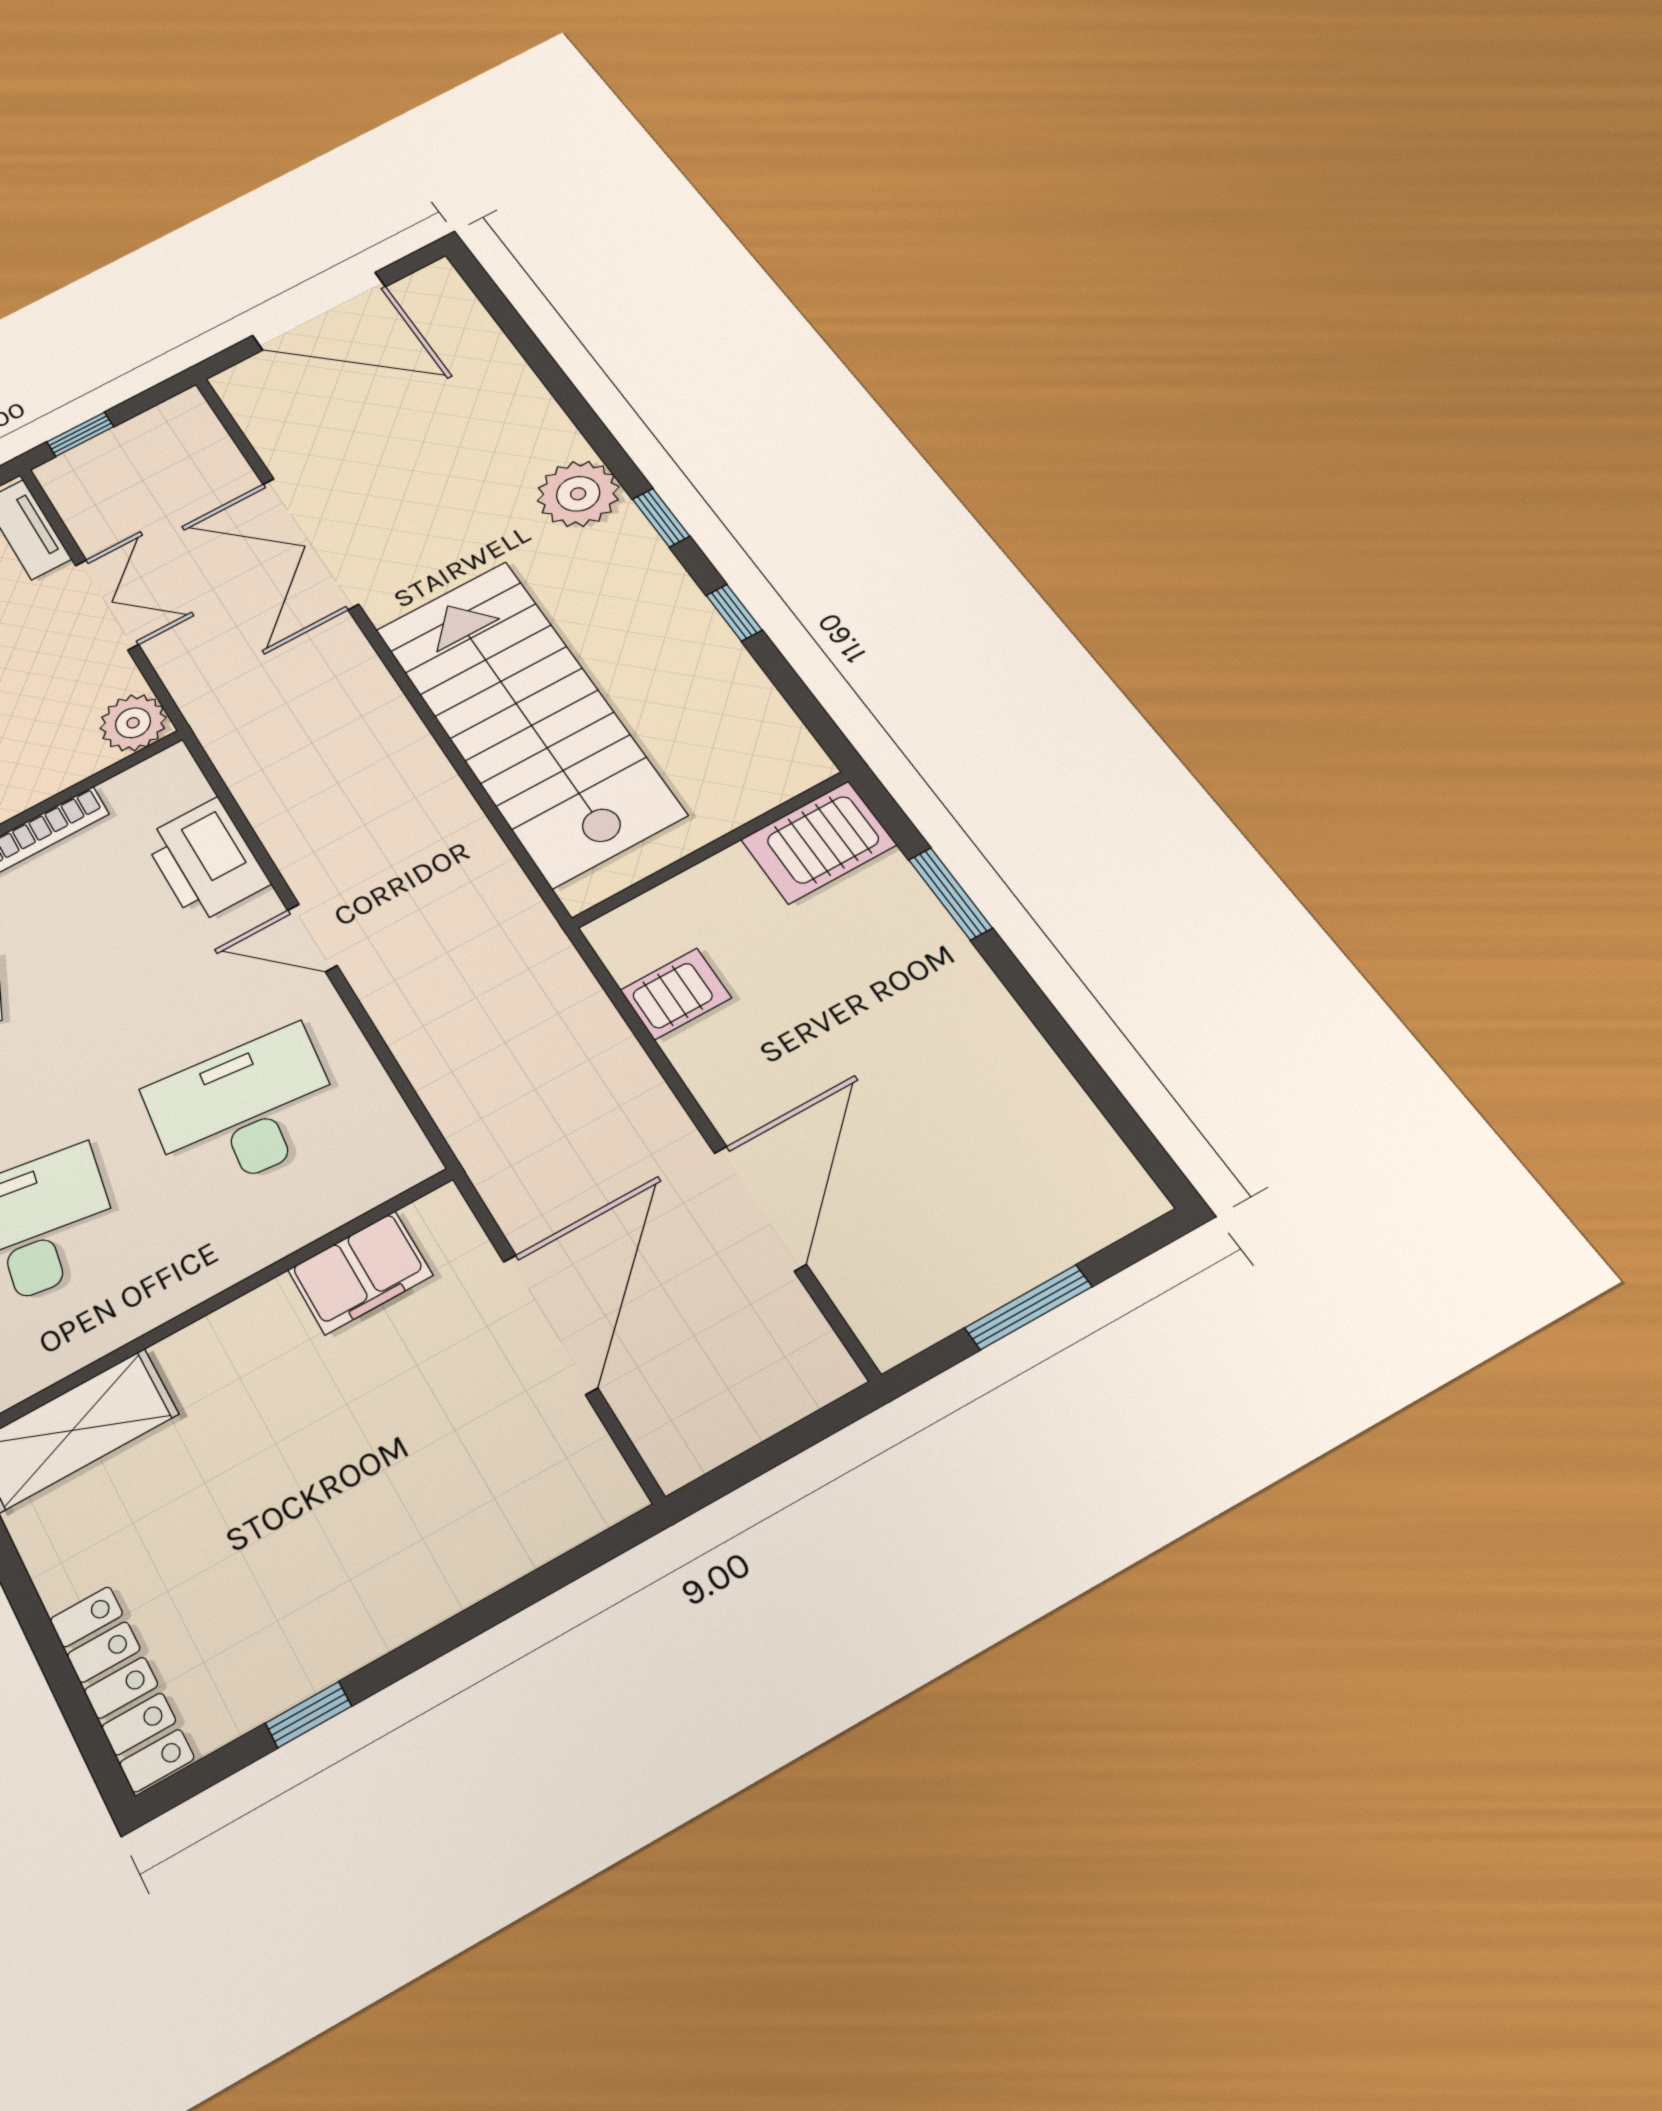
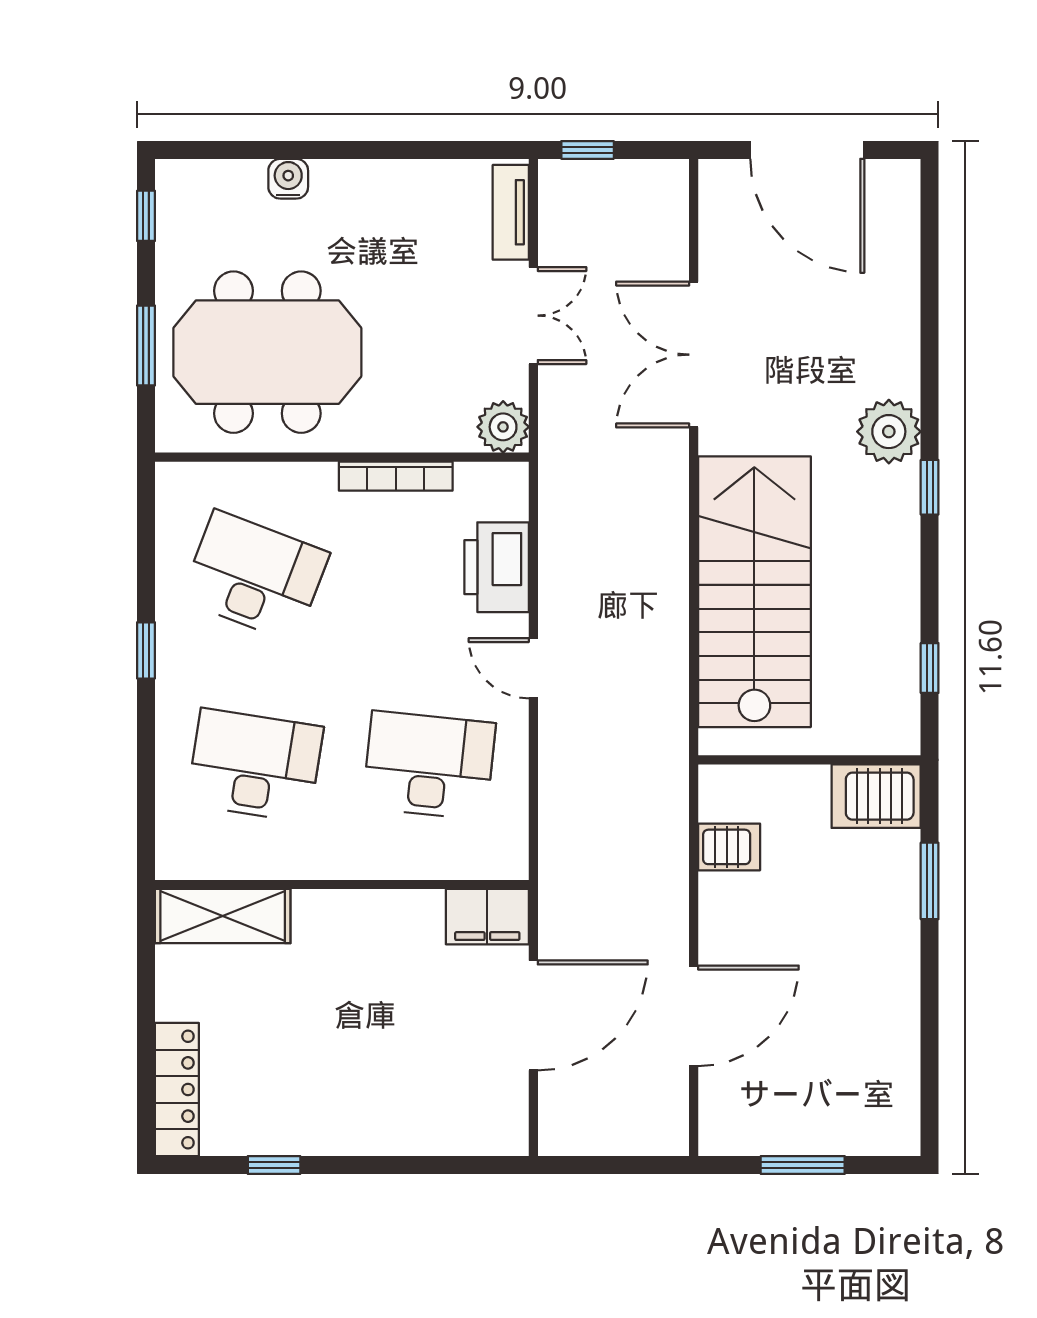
window: (734, 613) -> (930, 668), moved
filing cabinet: (360, 1273) -> (487, 917), moved

